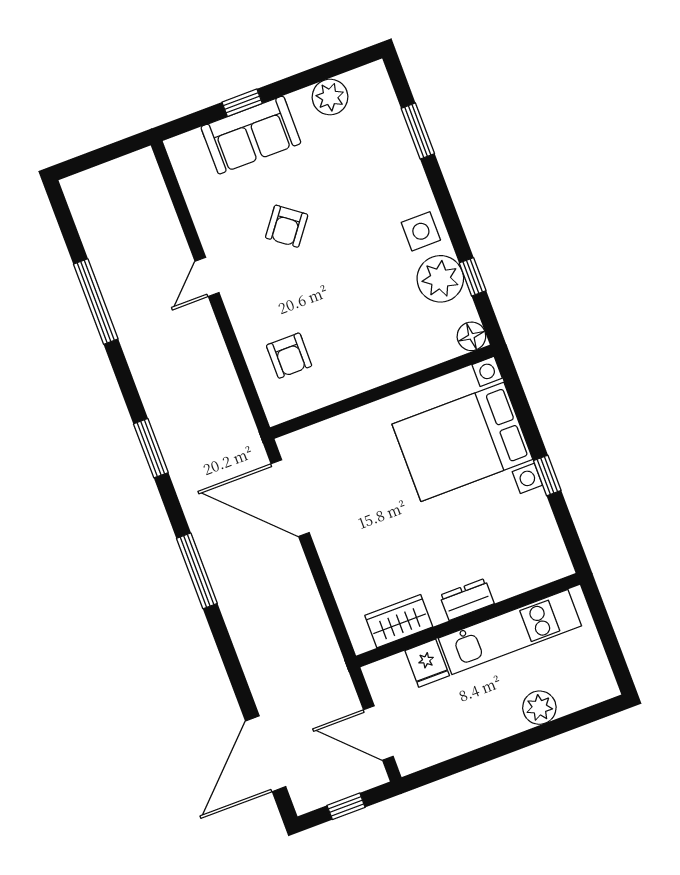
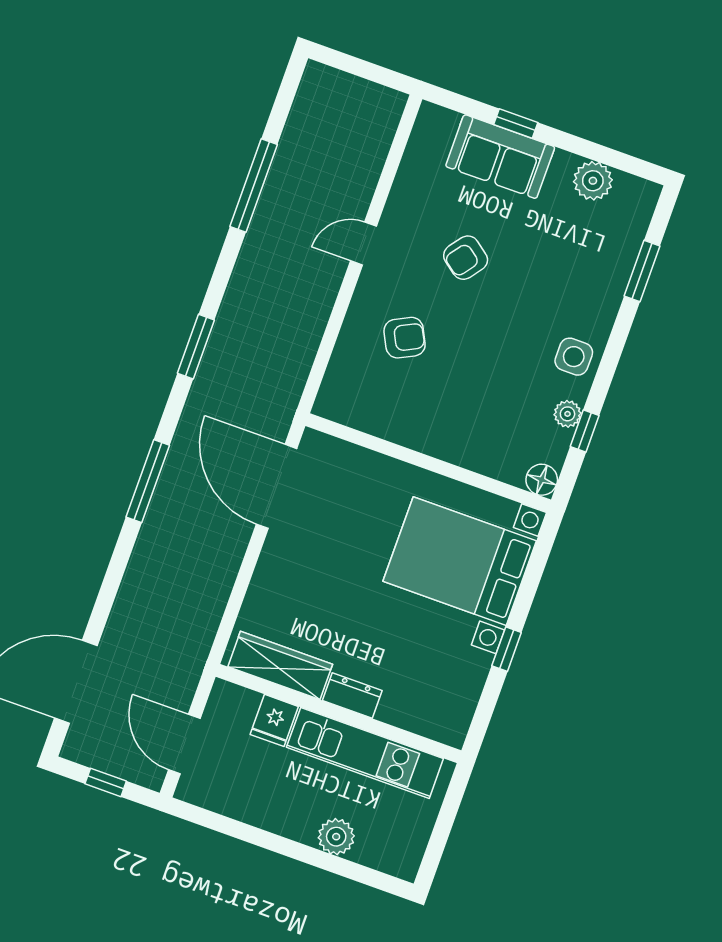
plant: (440, 279) -> (567, 414), width x0.53, depth x0.53
armchair: (289, 356) -> (405, 338), moved, turned -117
wardrobe: (399, 621) -> (280, 665), width x1.50

